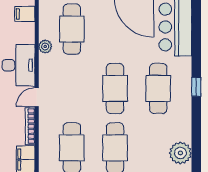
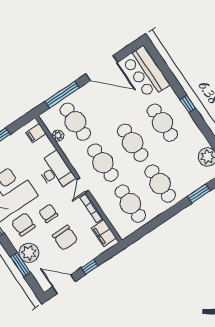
plant: (45, 46) -> (58, 136), moved
cafe table: (72, 88) -> (103, 163), added

